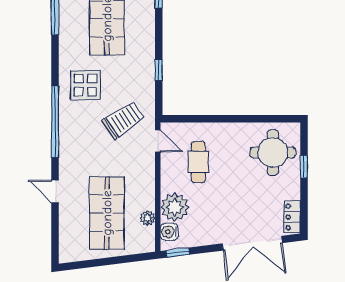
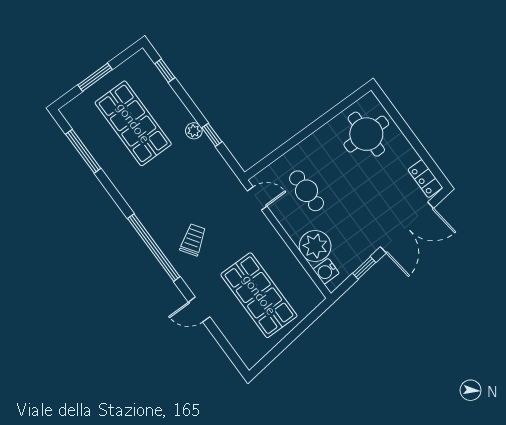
display table: (85, 85) -> (157, 196), removed
trolley: (123, 120) -> (193, 240), moved, width x0.73, depth x0.72
window: (304, 167) -> (403, 127), removed
plant: (148, 218) -> (194, 131), moved
window: (178, 253) -> (364, 268), moved

